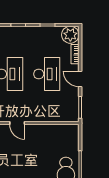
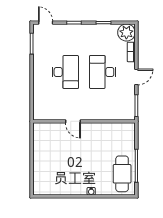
desk: (47, 74) -> (103, 72), turned 180
door: (80, 79) -> (136, 77), swing flipped

